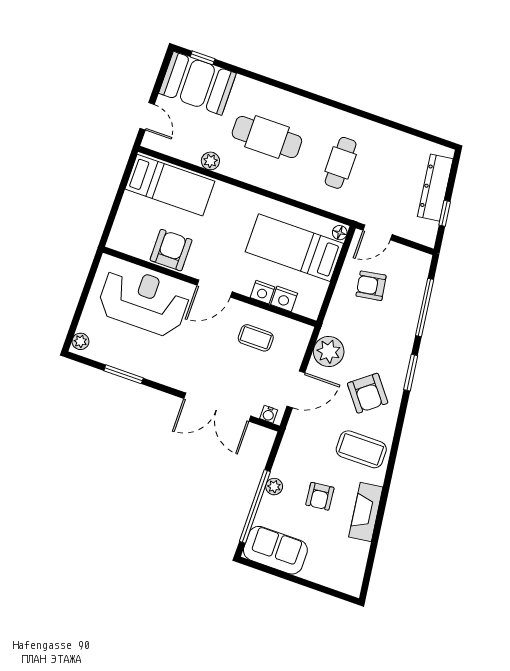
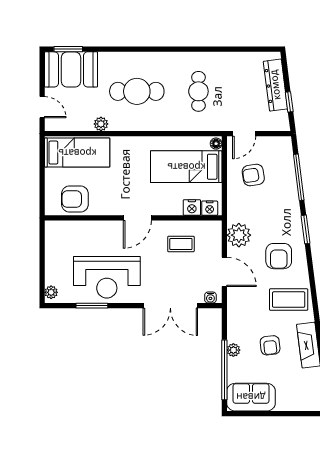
window: (203, 58) -> (68, 49), width x1.50
armchair: (171, 250) -> (75, 199), moved, turned -90
nightstand: (263, 292) -> (210, 208), moved
reception desk: (144, 301) -> (107, 277), moved, turned 180
door: (296, 389) -> (224, 272), hinge flipped
armchair: (368, 393) -> (279, 256), turned 38

